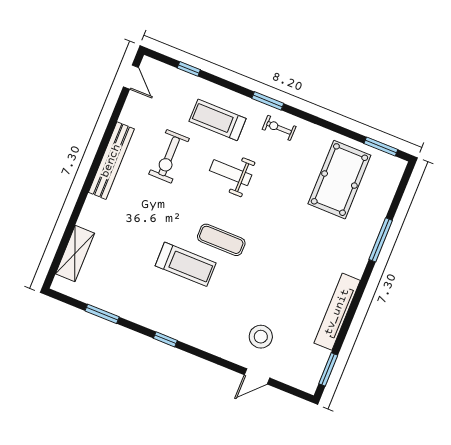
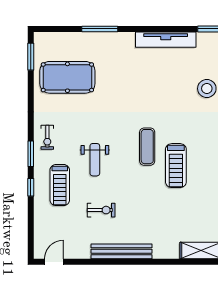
window: (189, 69) -> (31, 187), moved
exercise bike: (169, 156) -> (101, 210), width x0.73, depth x0.72
treadmill: (186, 264) -> (176, 166), turned 180

